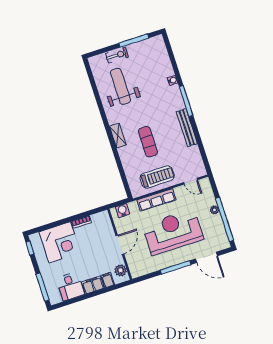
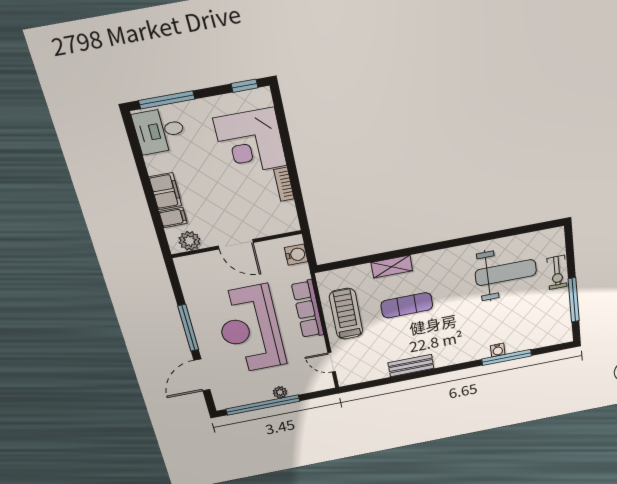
window: (186, 101) -> (507, 357), moved
bench: (187, 128) -> (411, 365), width x0.73
shelving: (118, 136) -> (392, 267), moved
treadmill: (157, 177) -> (346, 314), turned 180
door: (191, 181) -> (332, 362), hinge flipped
reception desk: (173, 232) -> (250, 329), turned 180
desk: (70, 286) -> (160, 131), moved

